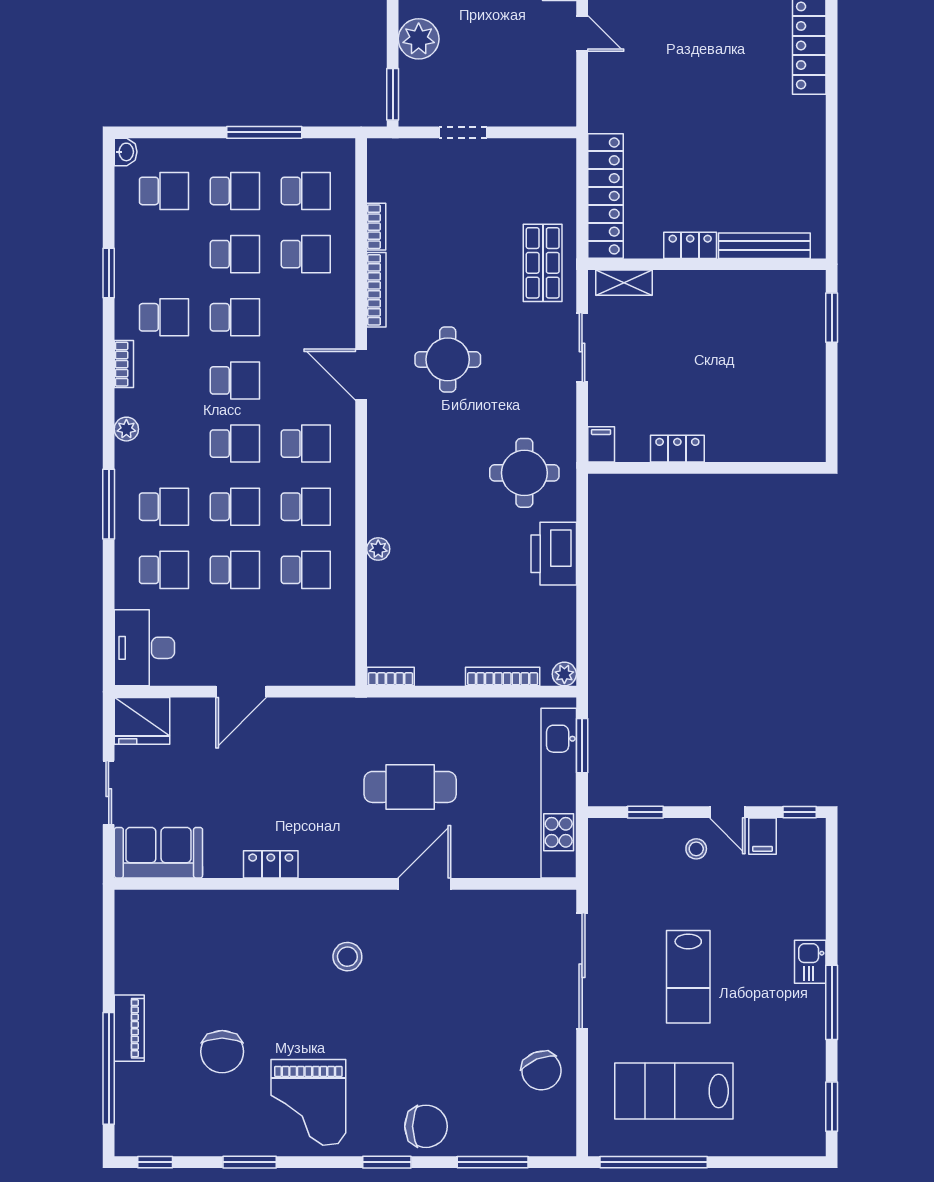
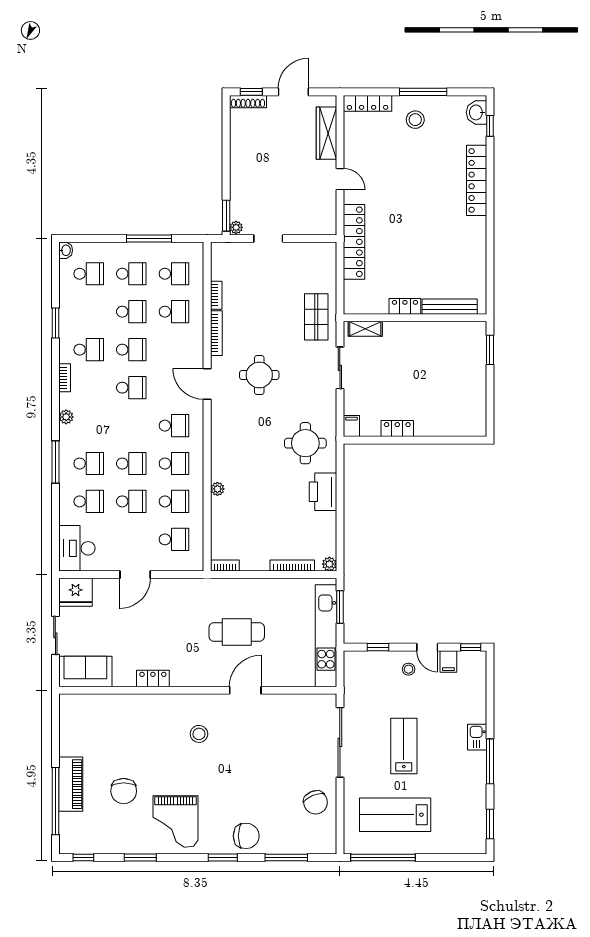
plant: (419, 39) -> (236, 227), moved, width x0.53, depth x0.53
locker: (605, 196) -> (354, 242), moved
school desk: (235, 444) -> (174, 539), moved
lab bench: (688, 977) -> (404, 746), turned 180
piano: (129, 1028) -> (71, 784), width x1.37, depth x1.33

